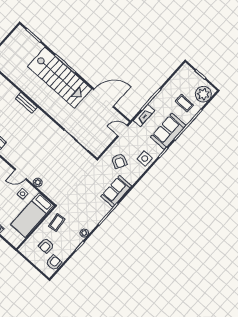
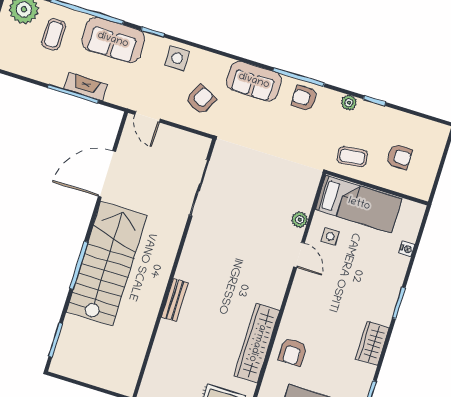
door: (104, 98) -> (107, 174), hinge flipped
fireplace: (144, 116) -> (86, 87), moved
armchair: (54, 263) -> (304, 98), moved

